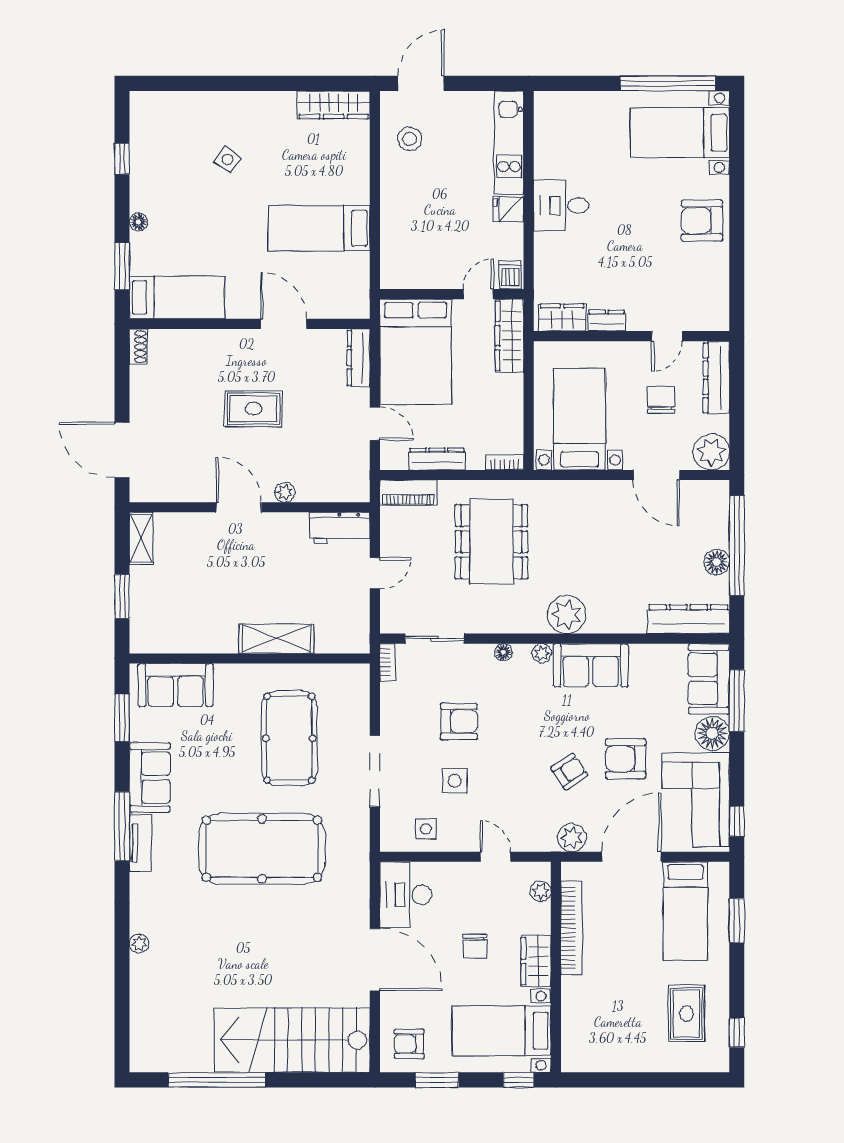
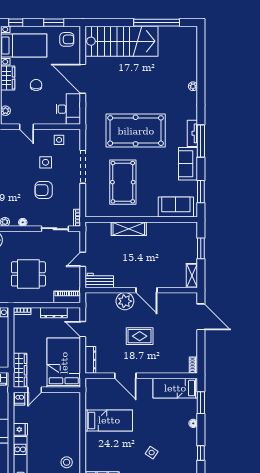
plant: (285, 492) -> (125, 301), width x1.87, depth x1.87
dining table: (491, 542) -> (28, 274), width x0.73

